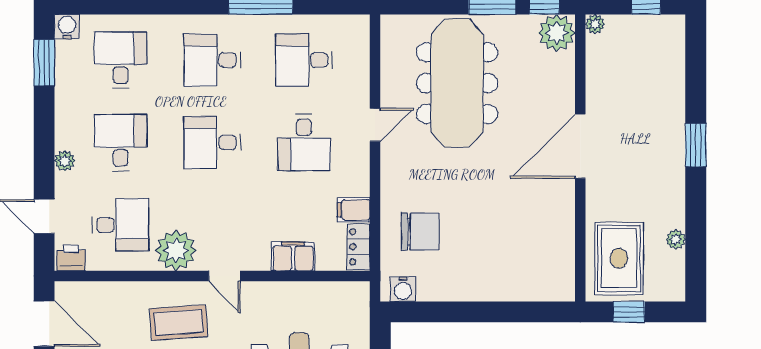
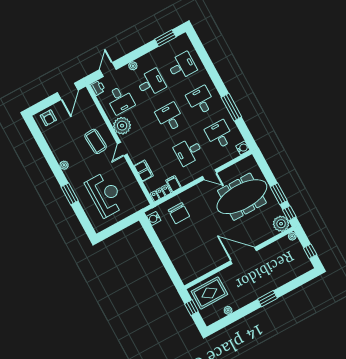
water cooler: (67, 27) -> (243, 148), moved

